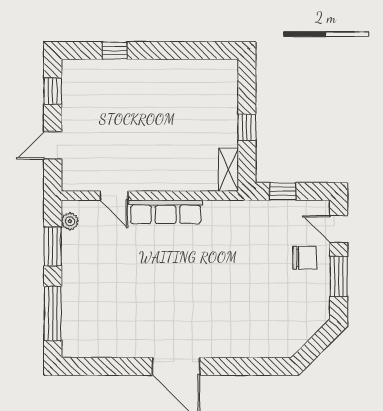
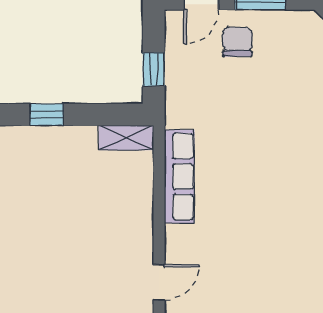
window: (247, 127) -> (47, 115), moved
row of seats: (166, 212) -> (179, 176), moved

